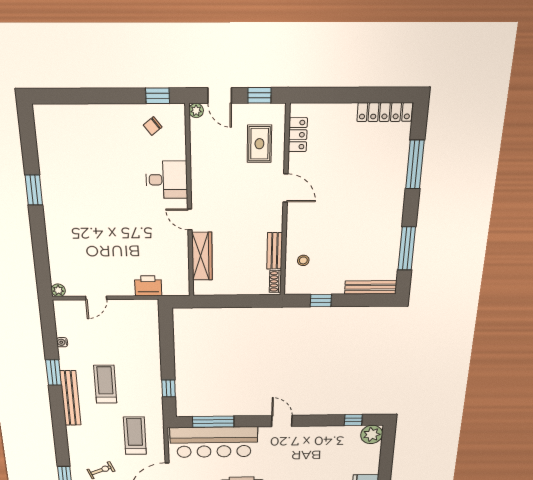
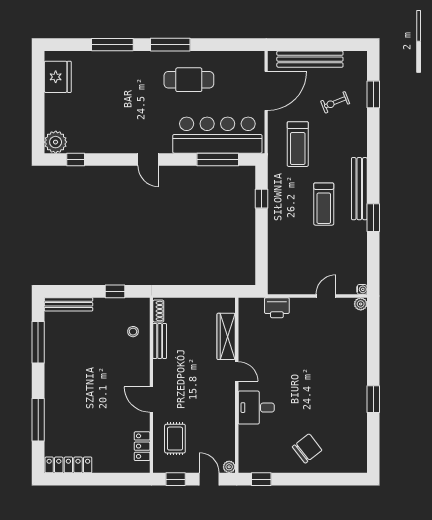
chair: (153, 126) -> (307, 448), moved, width x1.87, depth x1.87
water cooler: (62, 342) -> (362, 289), moved

